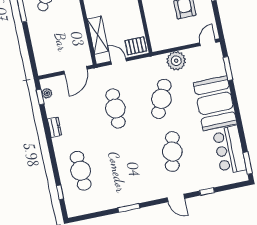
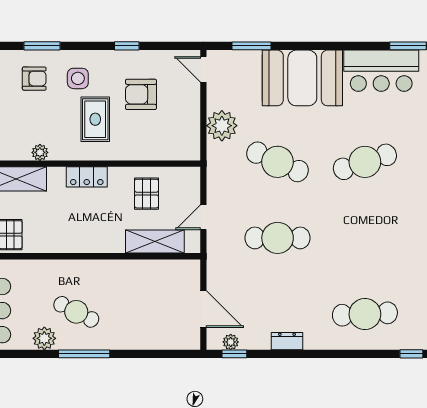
pallet: (136, 46) -> (147, 194), moved
door: (76, 70) -> (203, 309), moved
cafe table: (172, 152) -> (365, 162), turned -30
window: (60, 192) -> (411, 354), moved

